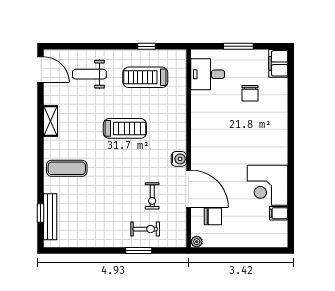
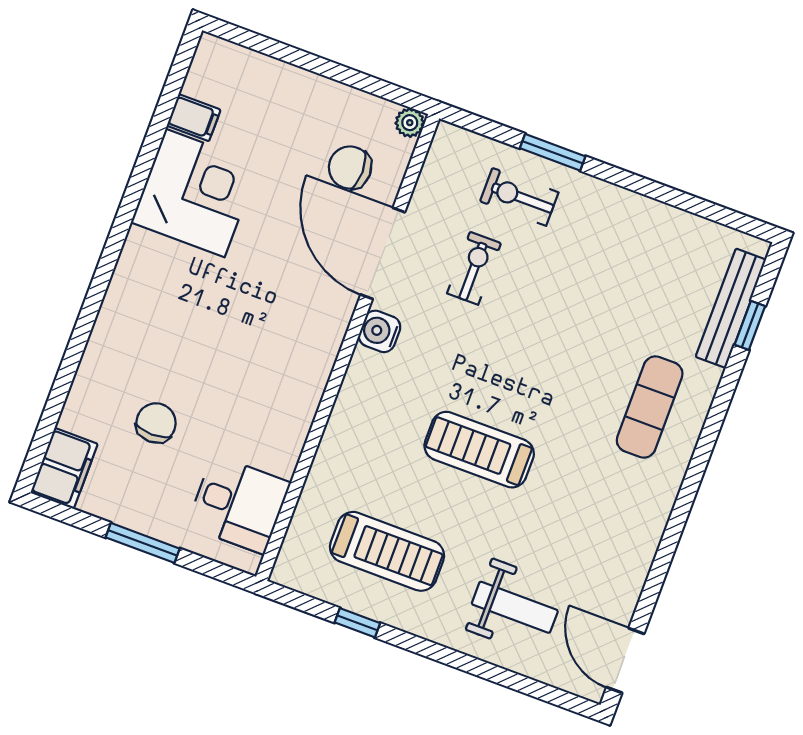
shelving: (50, 121) -> (647, 532), removed
exercise mat: (67, 168) -> (650, 407), turned 90

